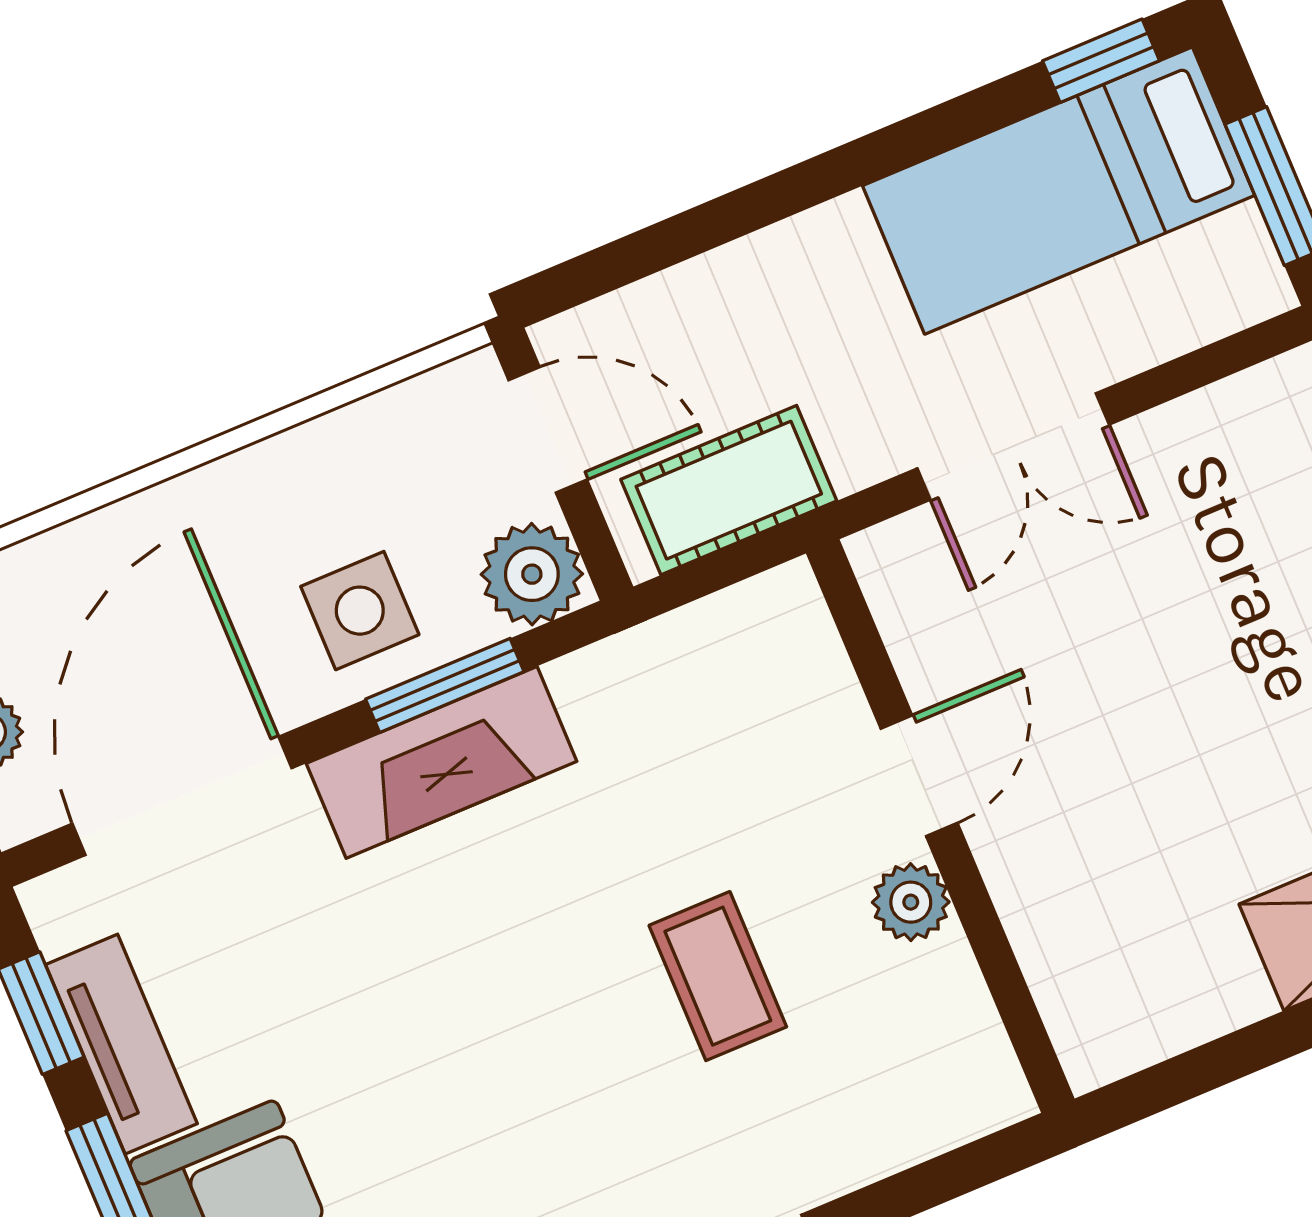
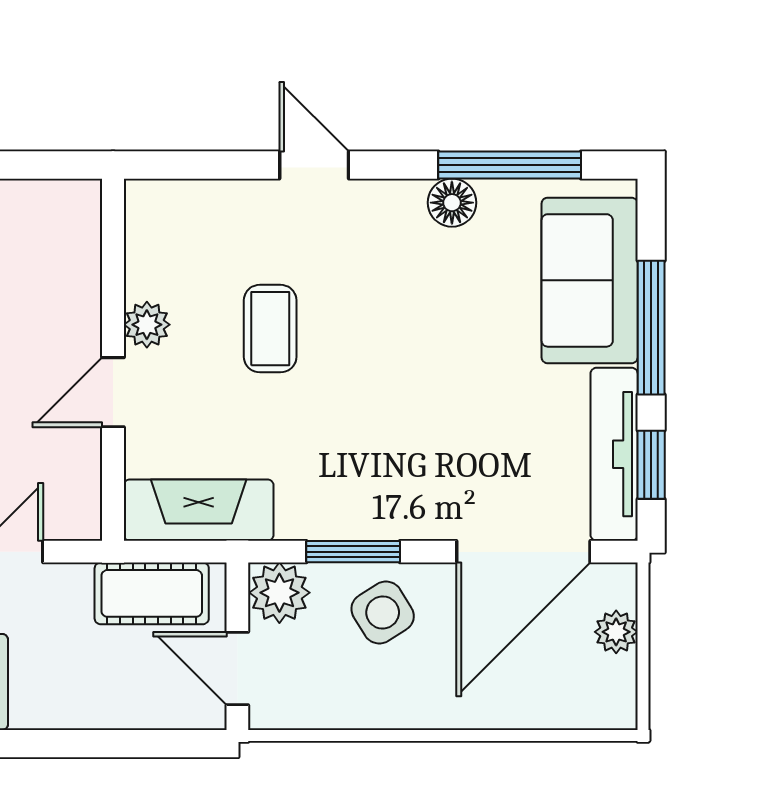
side table: (360, 611) -> (383, 612), turned -32
fireplace: (442, 762) -> (199, 510), moved
tv unit: (121, 1044) -> (614, 454), width x1.41

